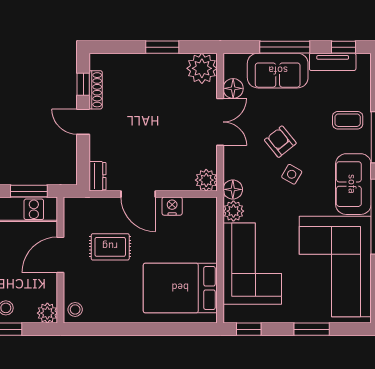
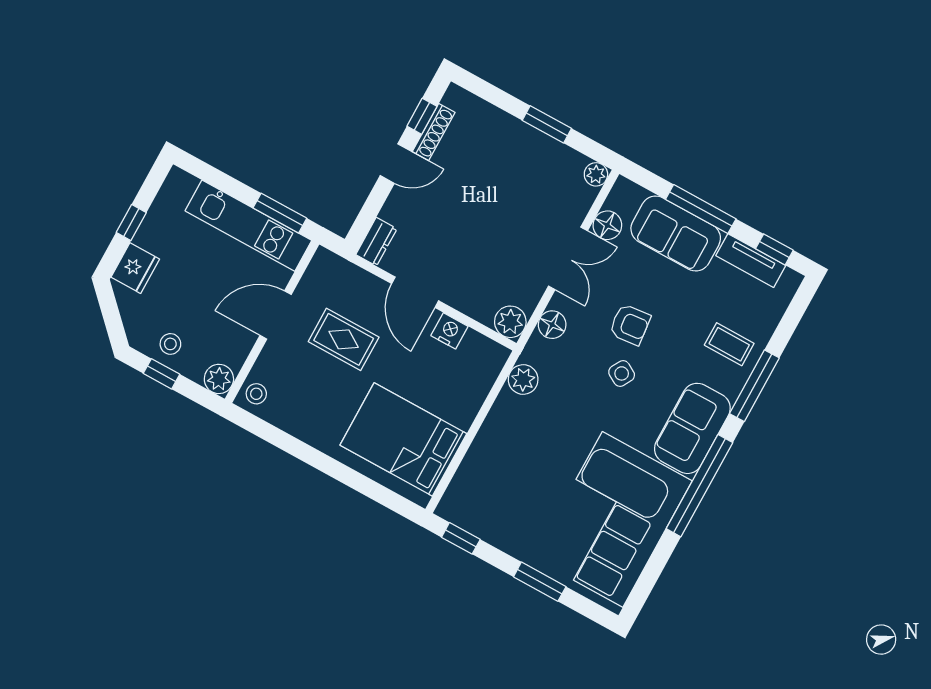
plant: (202, 68) -> (596, 174), width x0.53, depth x0.53
door: (83, 122) -> (396, 164), swing flipped
armchair: (280, 142) -> (630, 325), turned 123
floor lamp: (233, 189) -> (552, 325), moved
corner sofa: (252, 264) -> (510, 459), removed

